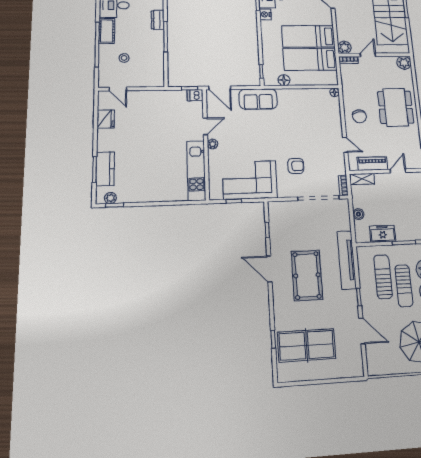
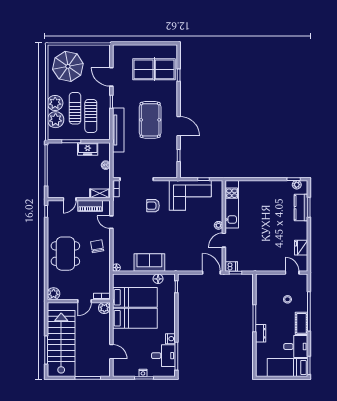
sofa: (258, 99) -> (149, 263), moved

